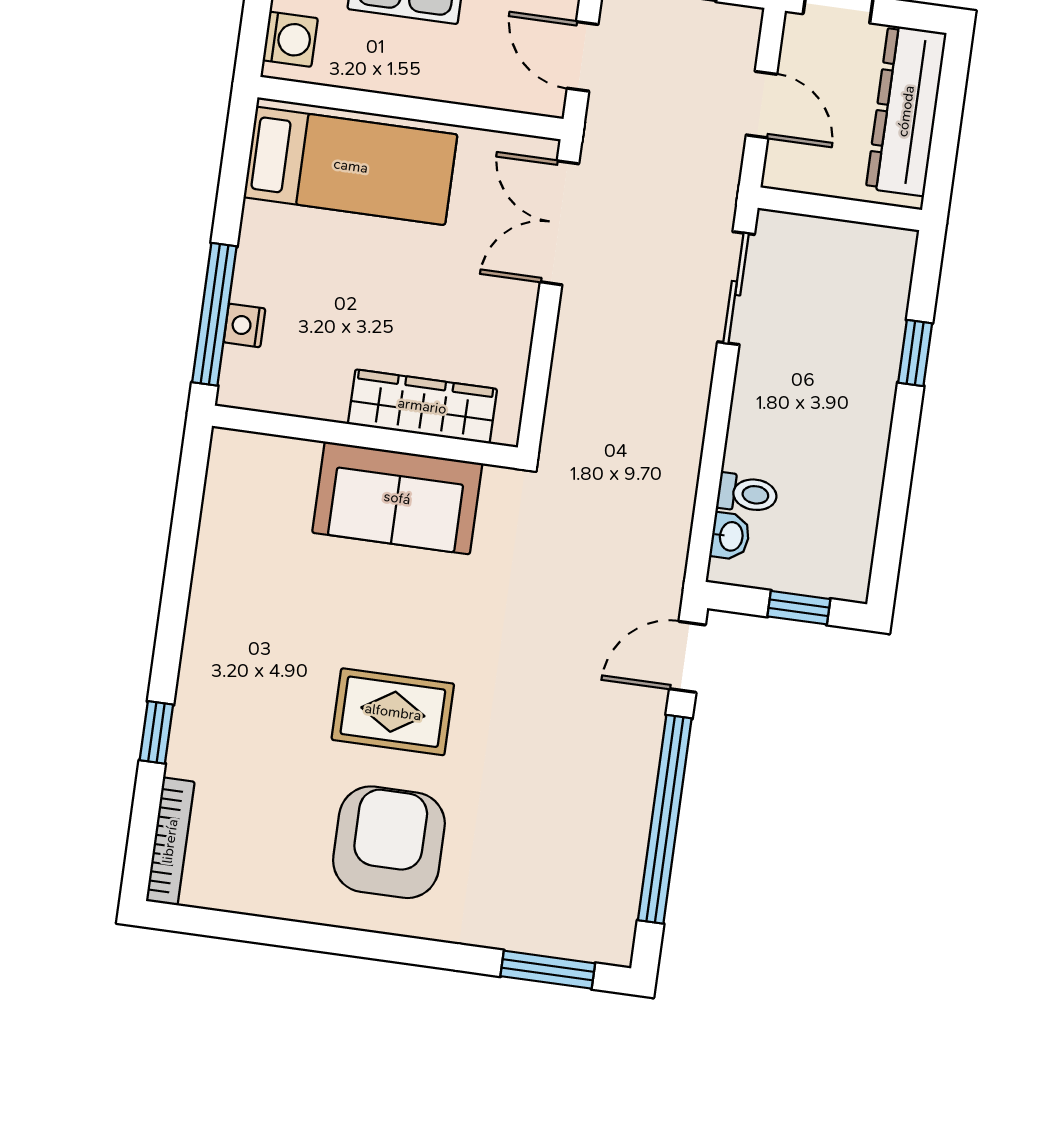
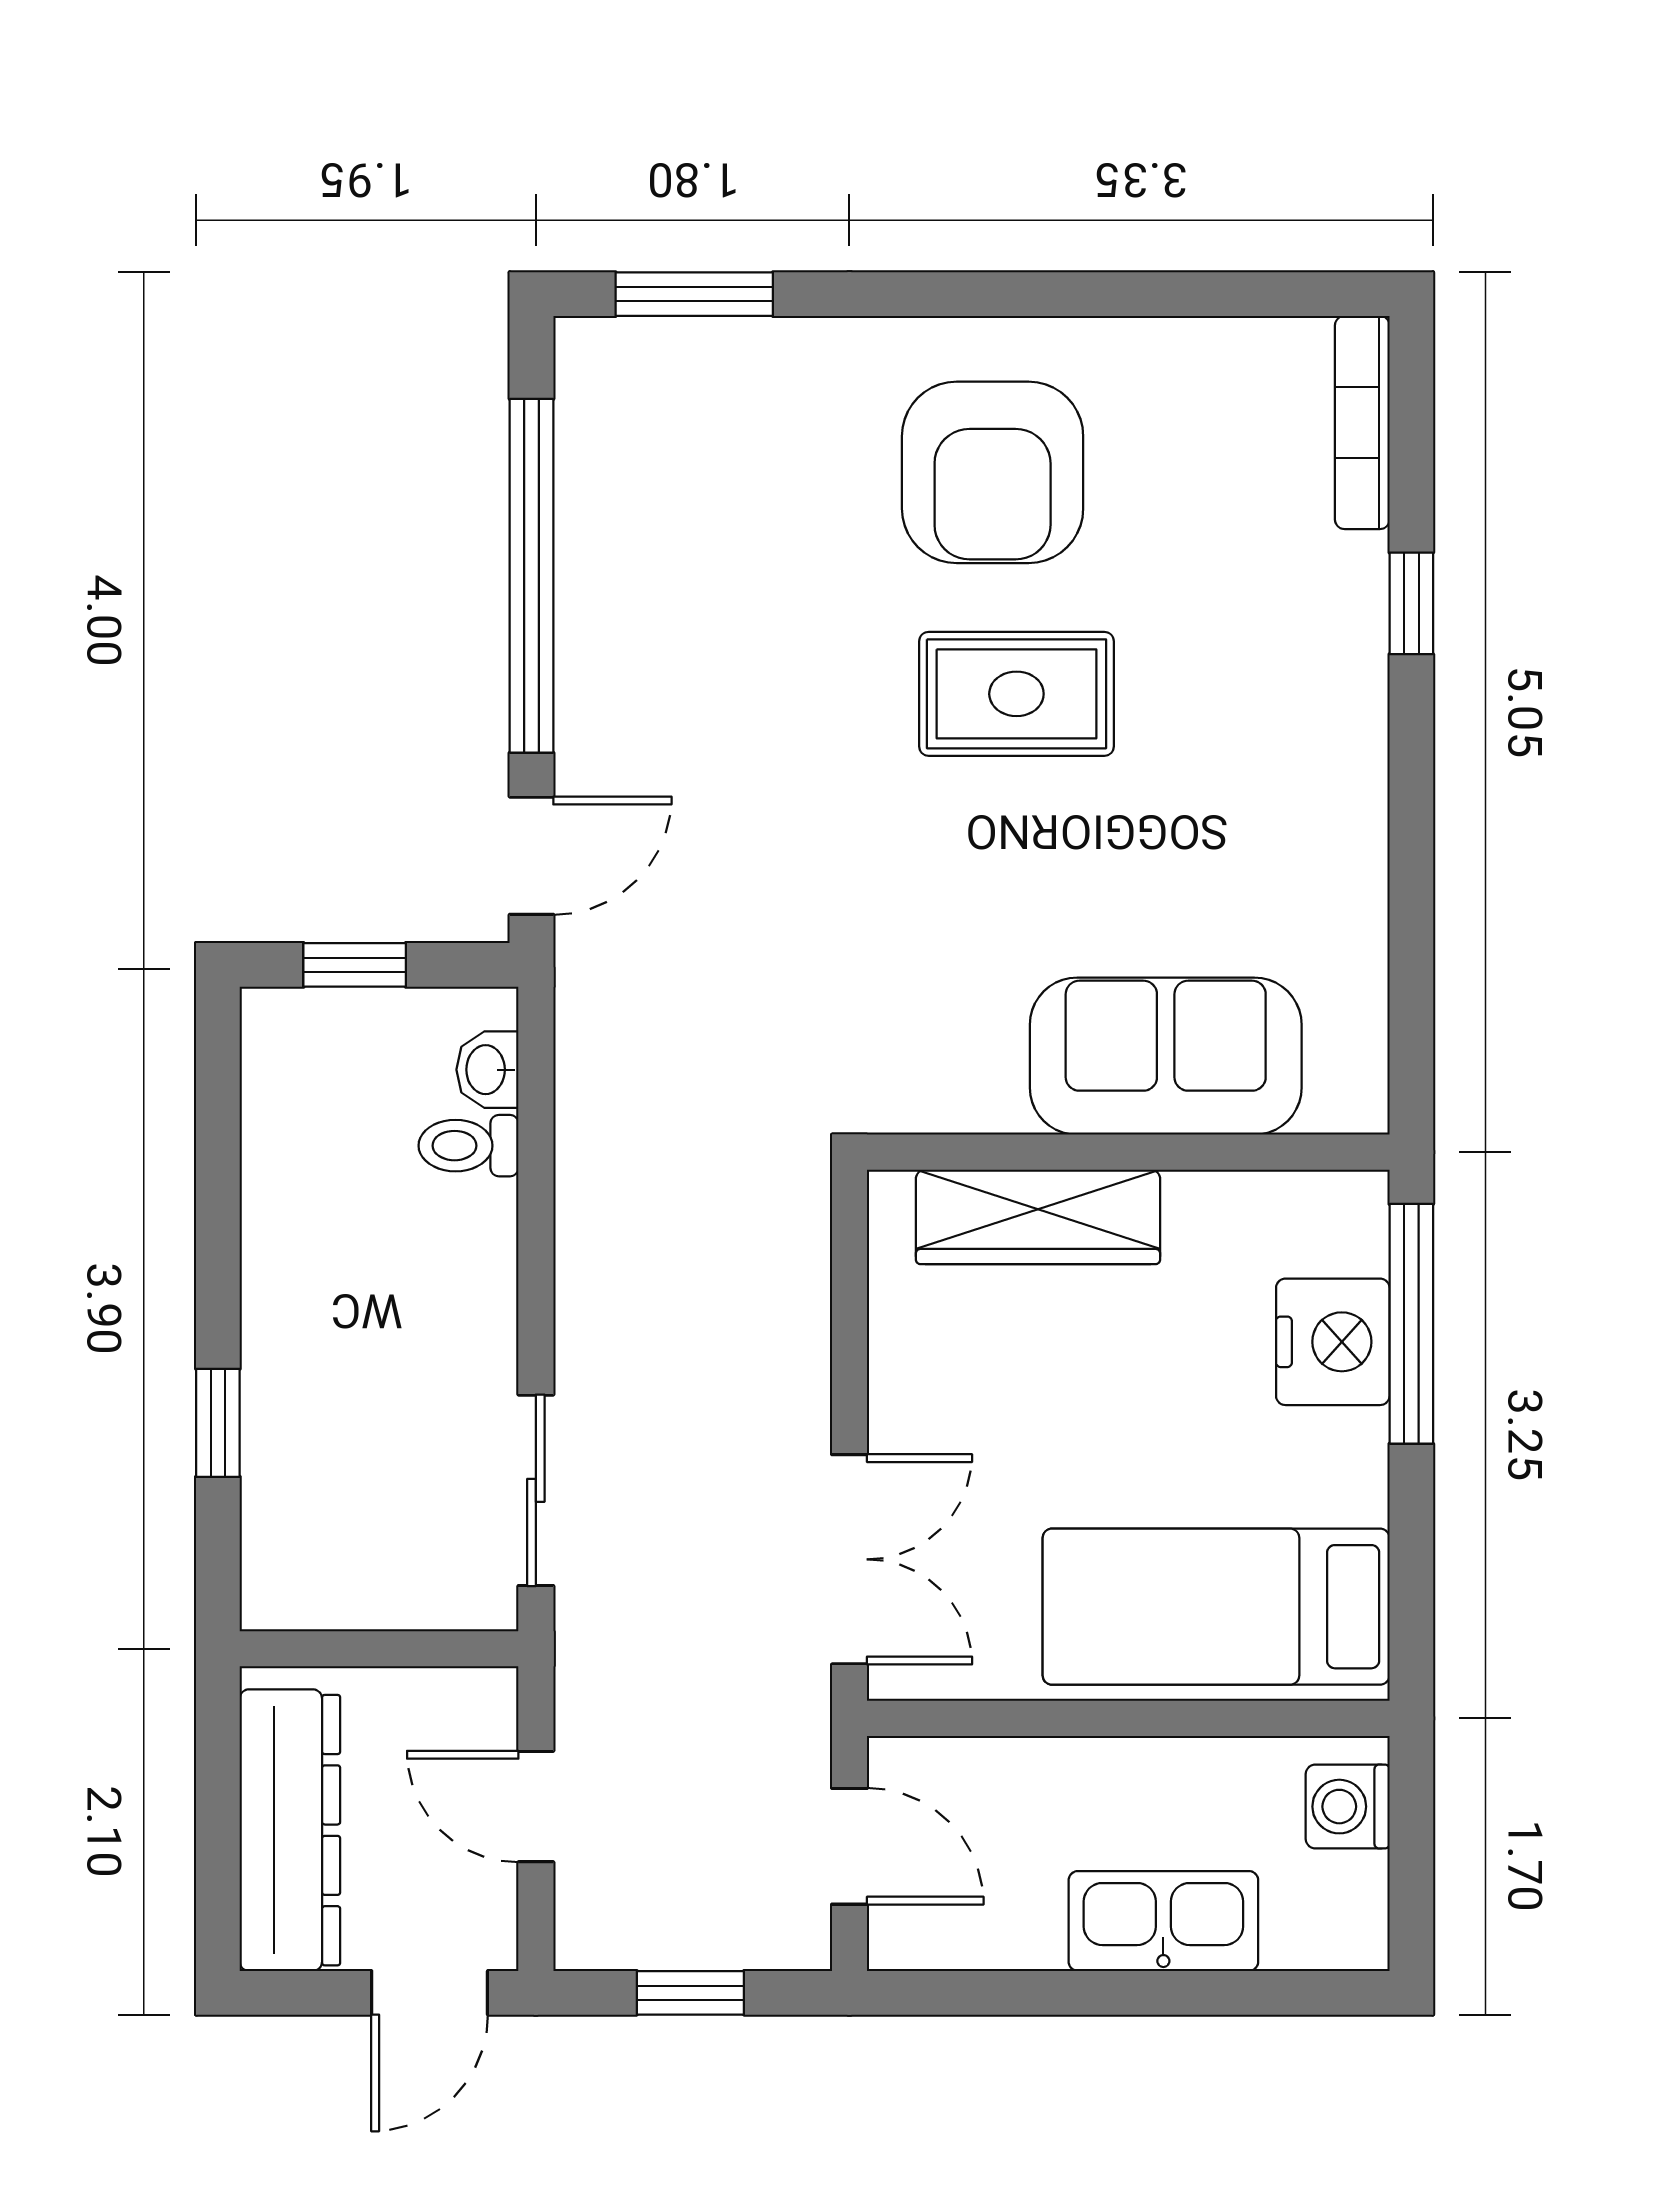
nightstand: (244, 325) -> (1333, 1342), width x1.89, depth x1.79
sofa: (397, 498) -> (1166, 1056), moved

